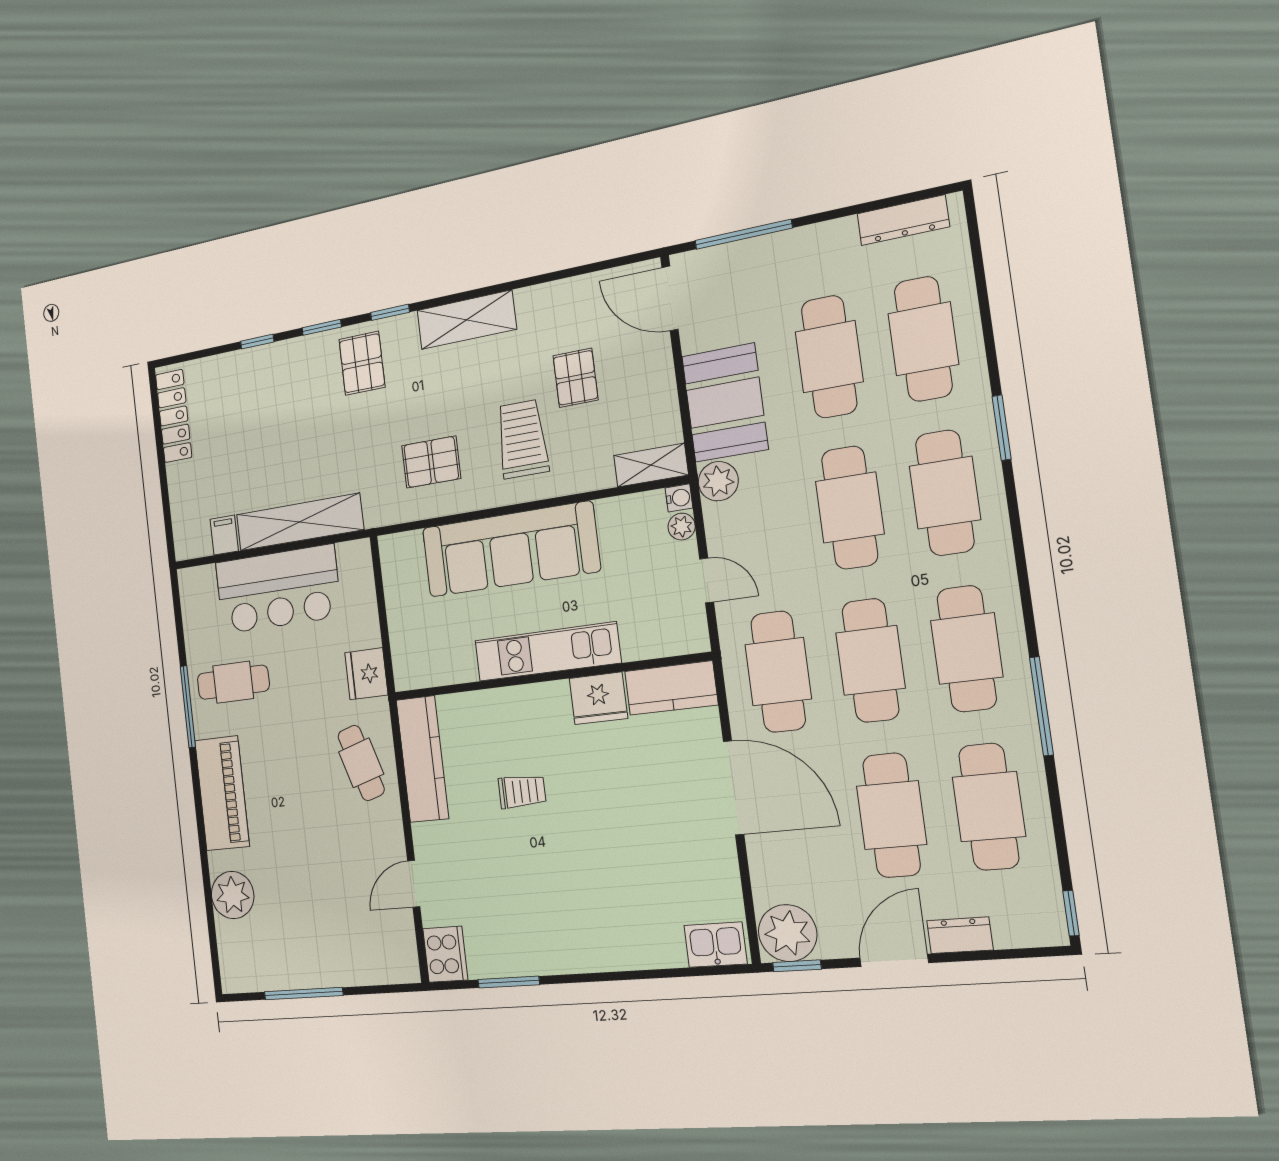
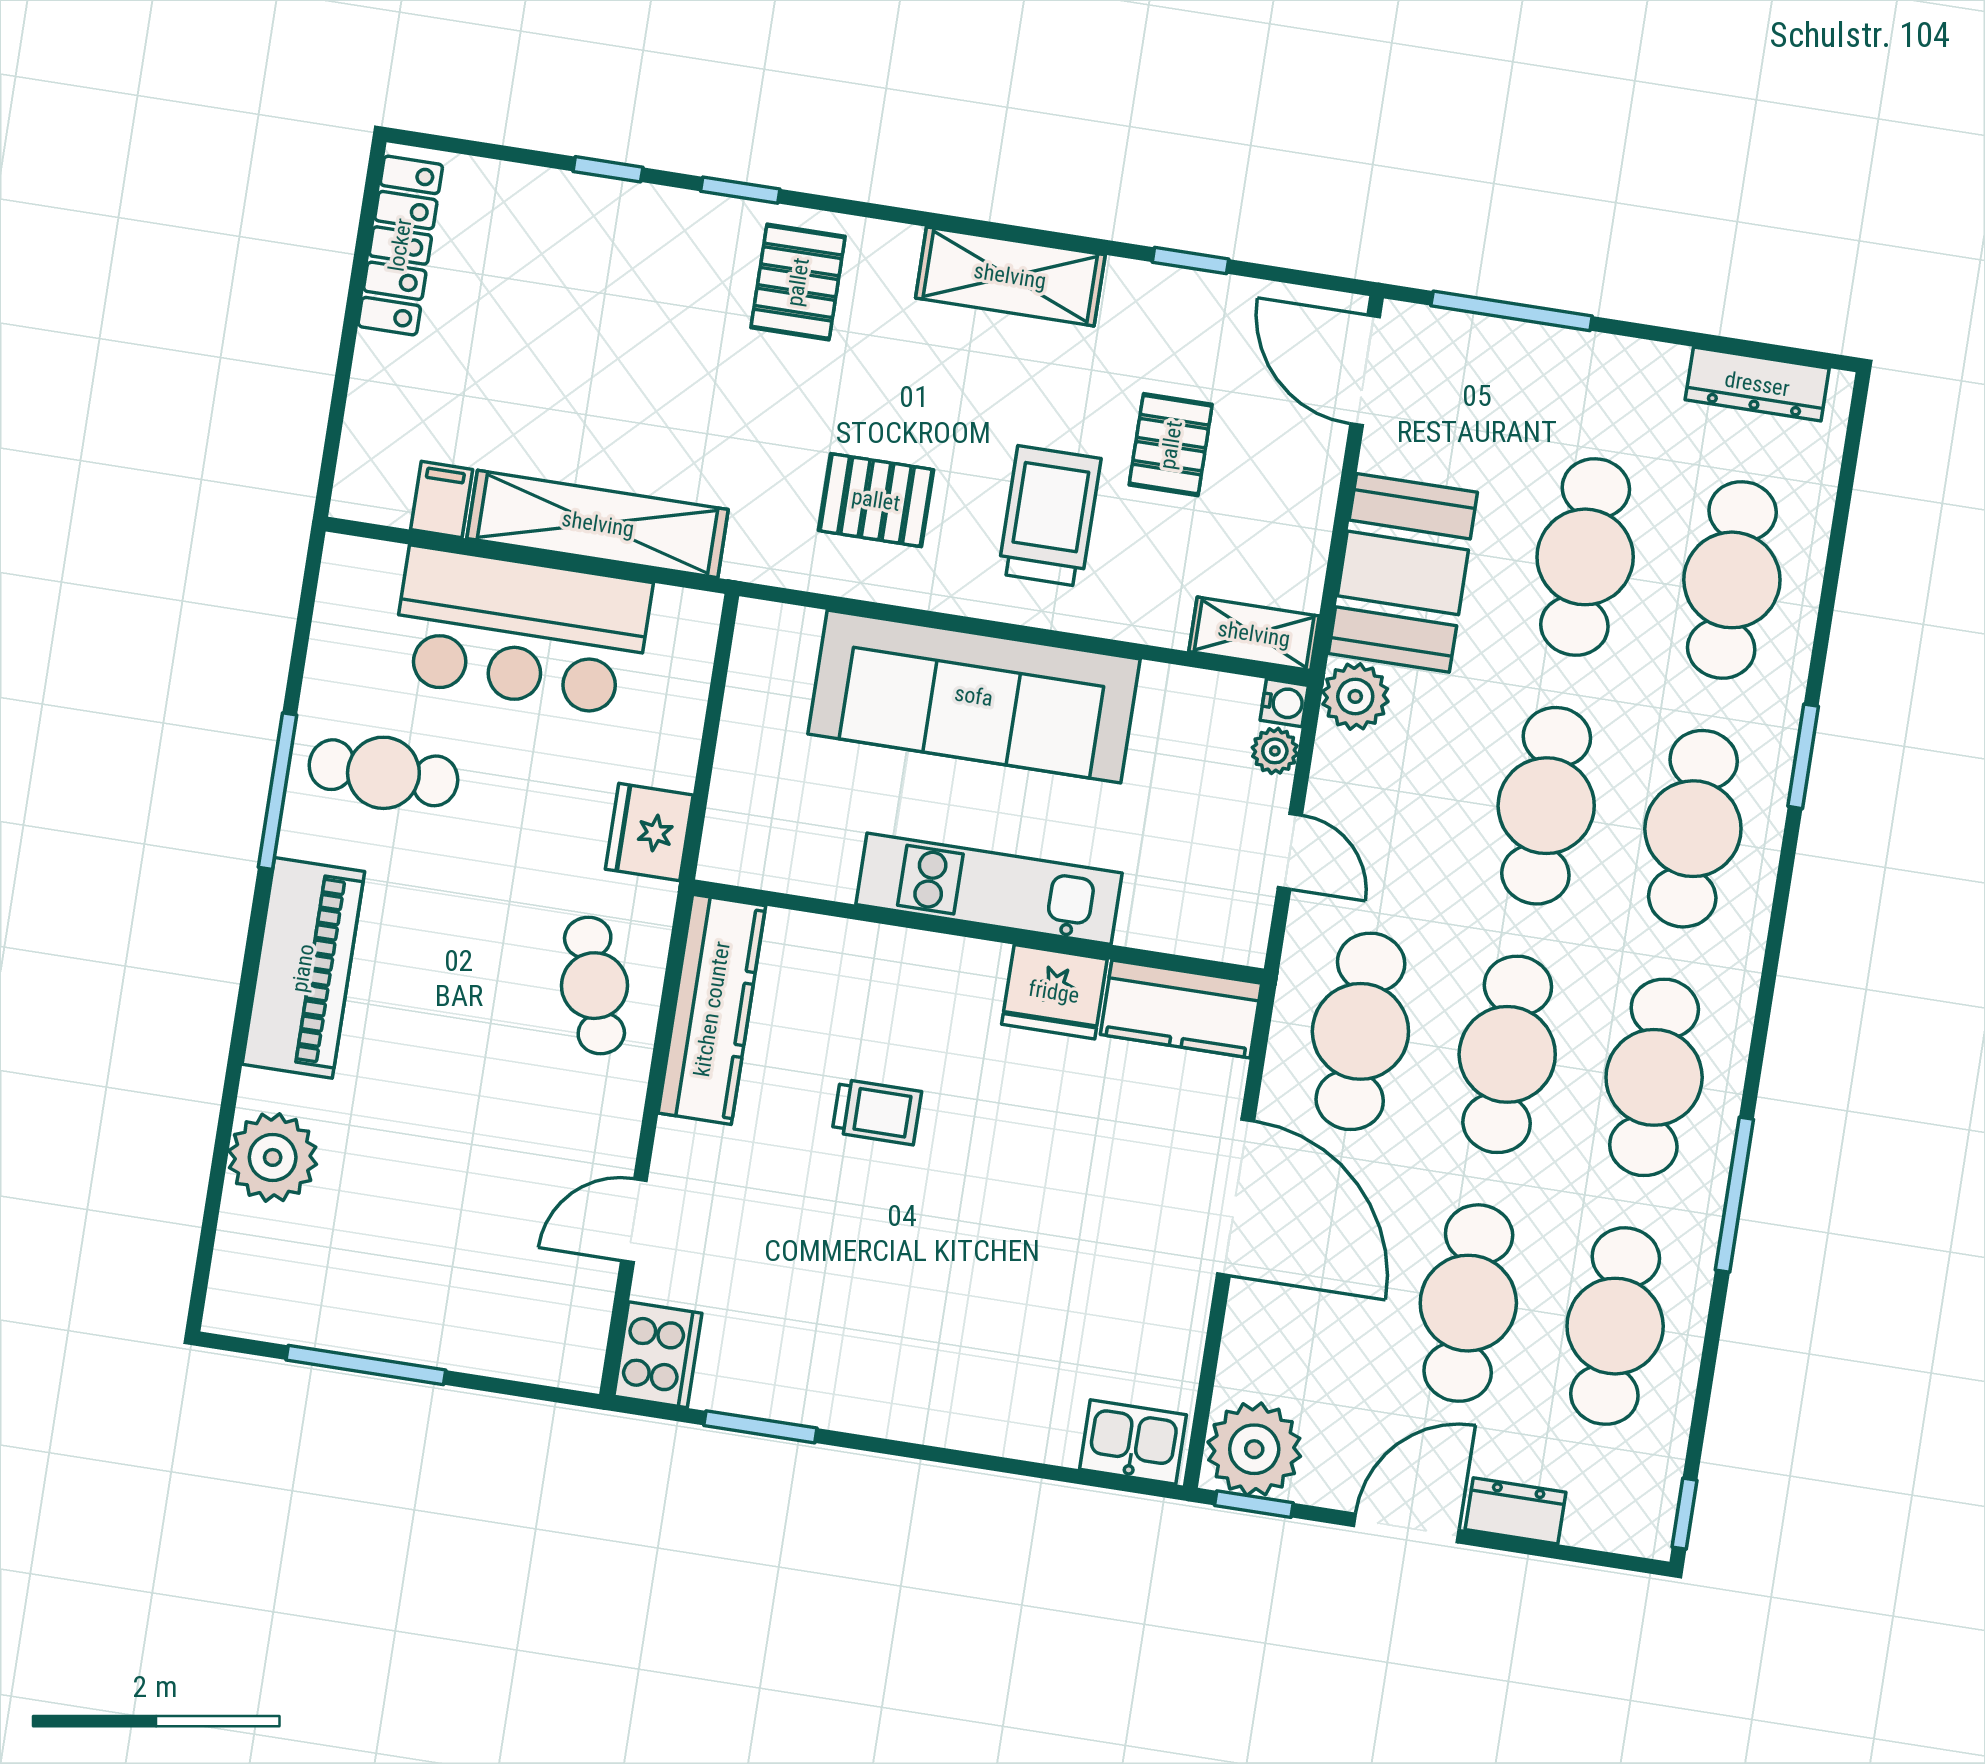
window: (390, 312) -> (1191, 261), moved

